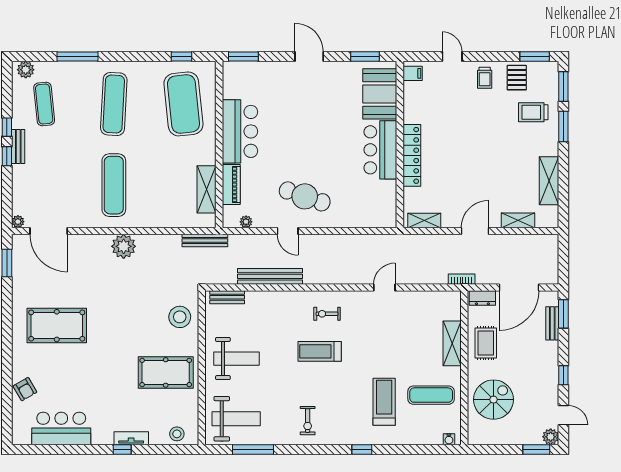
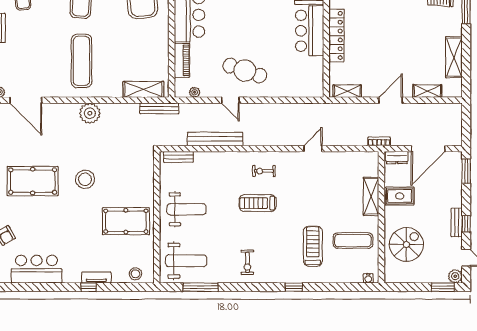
shelving: (207, 189) -> (143, 89), moved, turned 90
stool: (180, 317) -> (85, 179), moved
bench: (552, 323) -> (457, 222), moved
rug: (486, 343) -> (400, 196), turned 90

